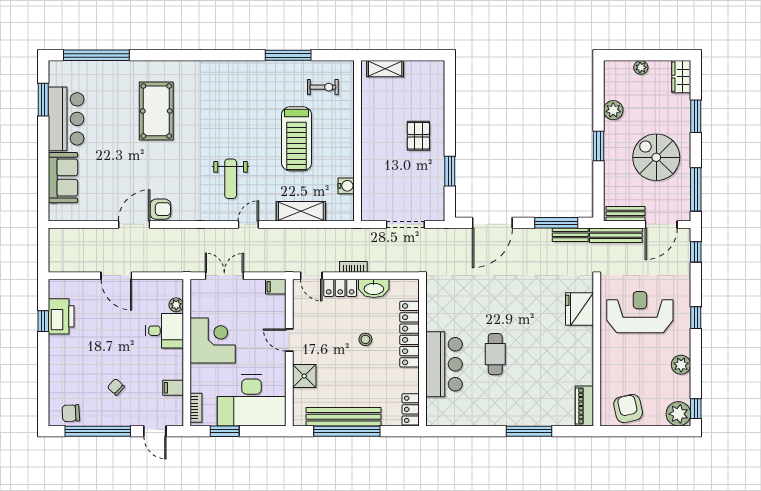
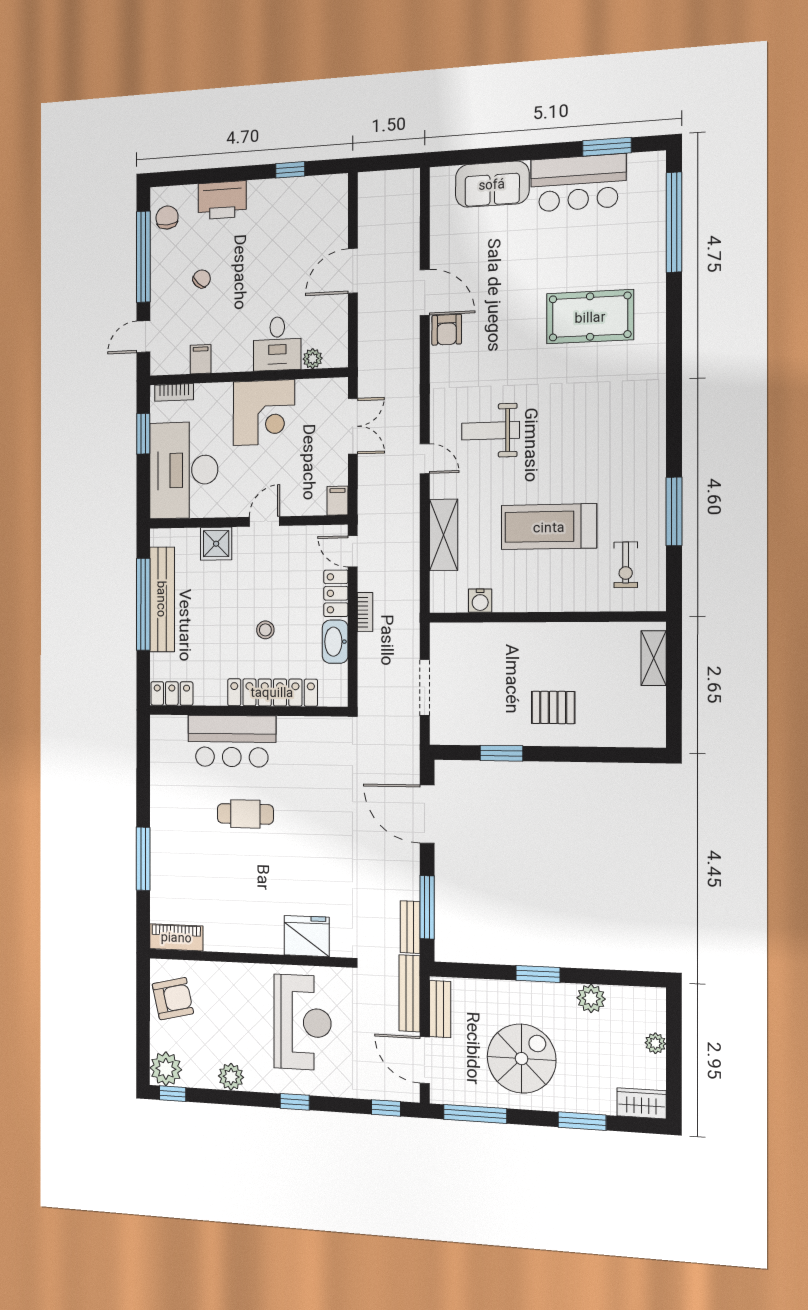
door: (311, 276) -> (353, 551), hinge flipped
printer: (61, 316) -> (222, 200), moved

